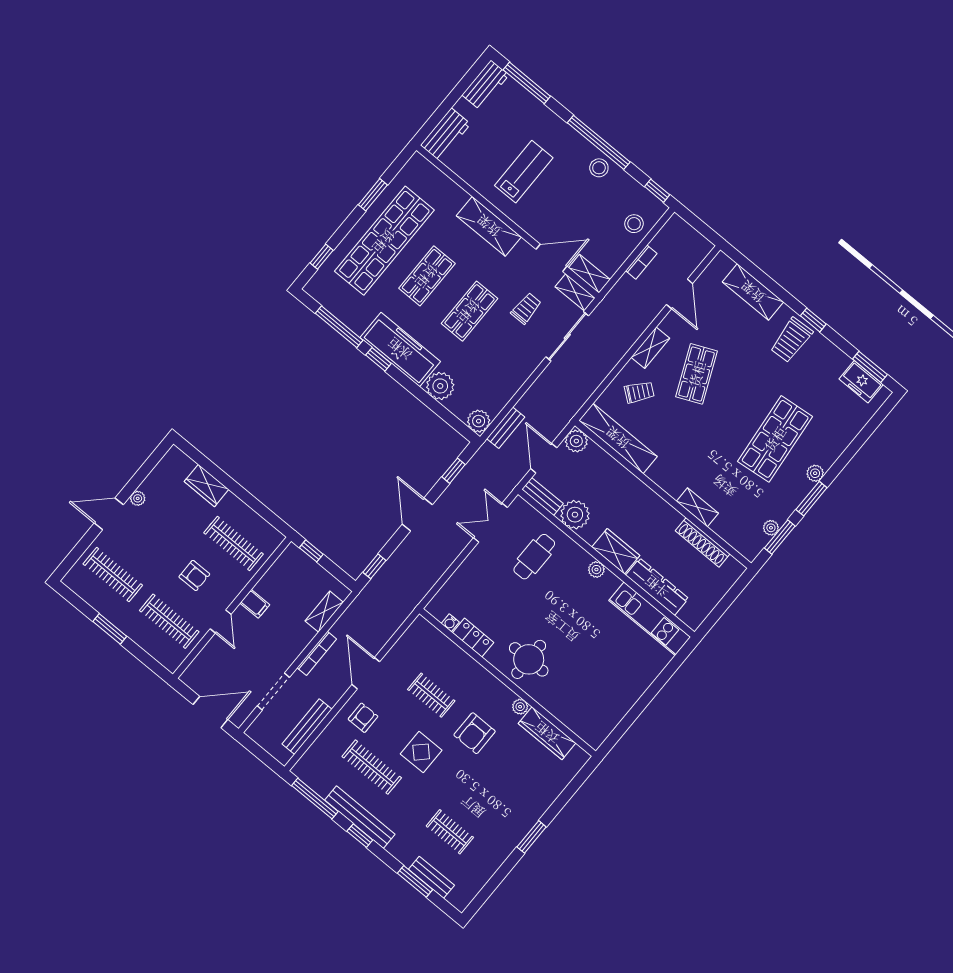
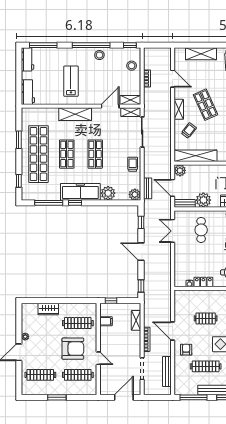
trolley: (526, 308) -> (133, 164), moved
armchair: (194, 575) -> (73, 349), width x1.88, depth x1.88
filing cabinet: (255, 604) -> (106, 321), moved

